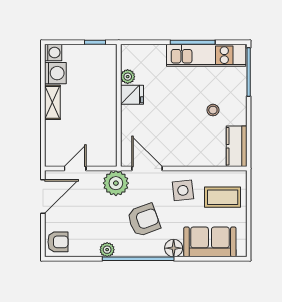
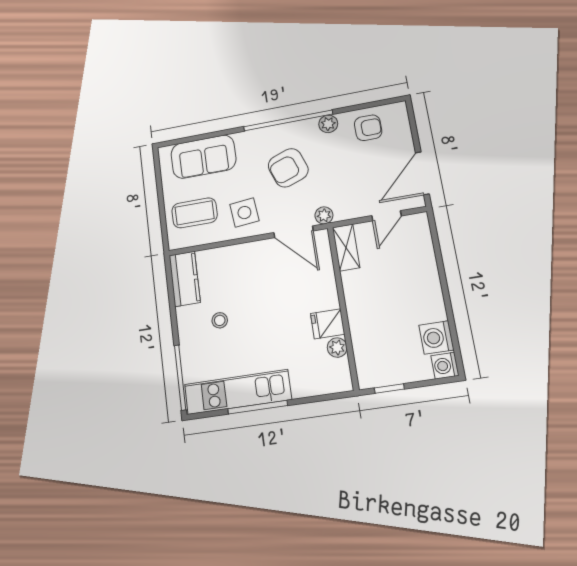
shelving: (52, 102) -> (346, 247), moved
plant: (116, 183) -> (324, 215), width x0.53, depth x0.53
armchair: (58, 242) -> (368, 128), moved, turned 180
floor lamp: (174, 248) -> (246, 141), removed

